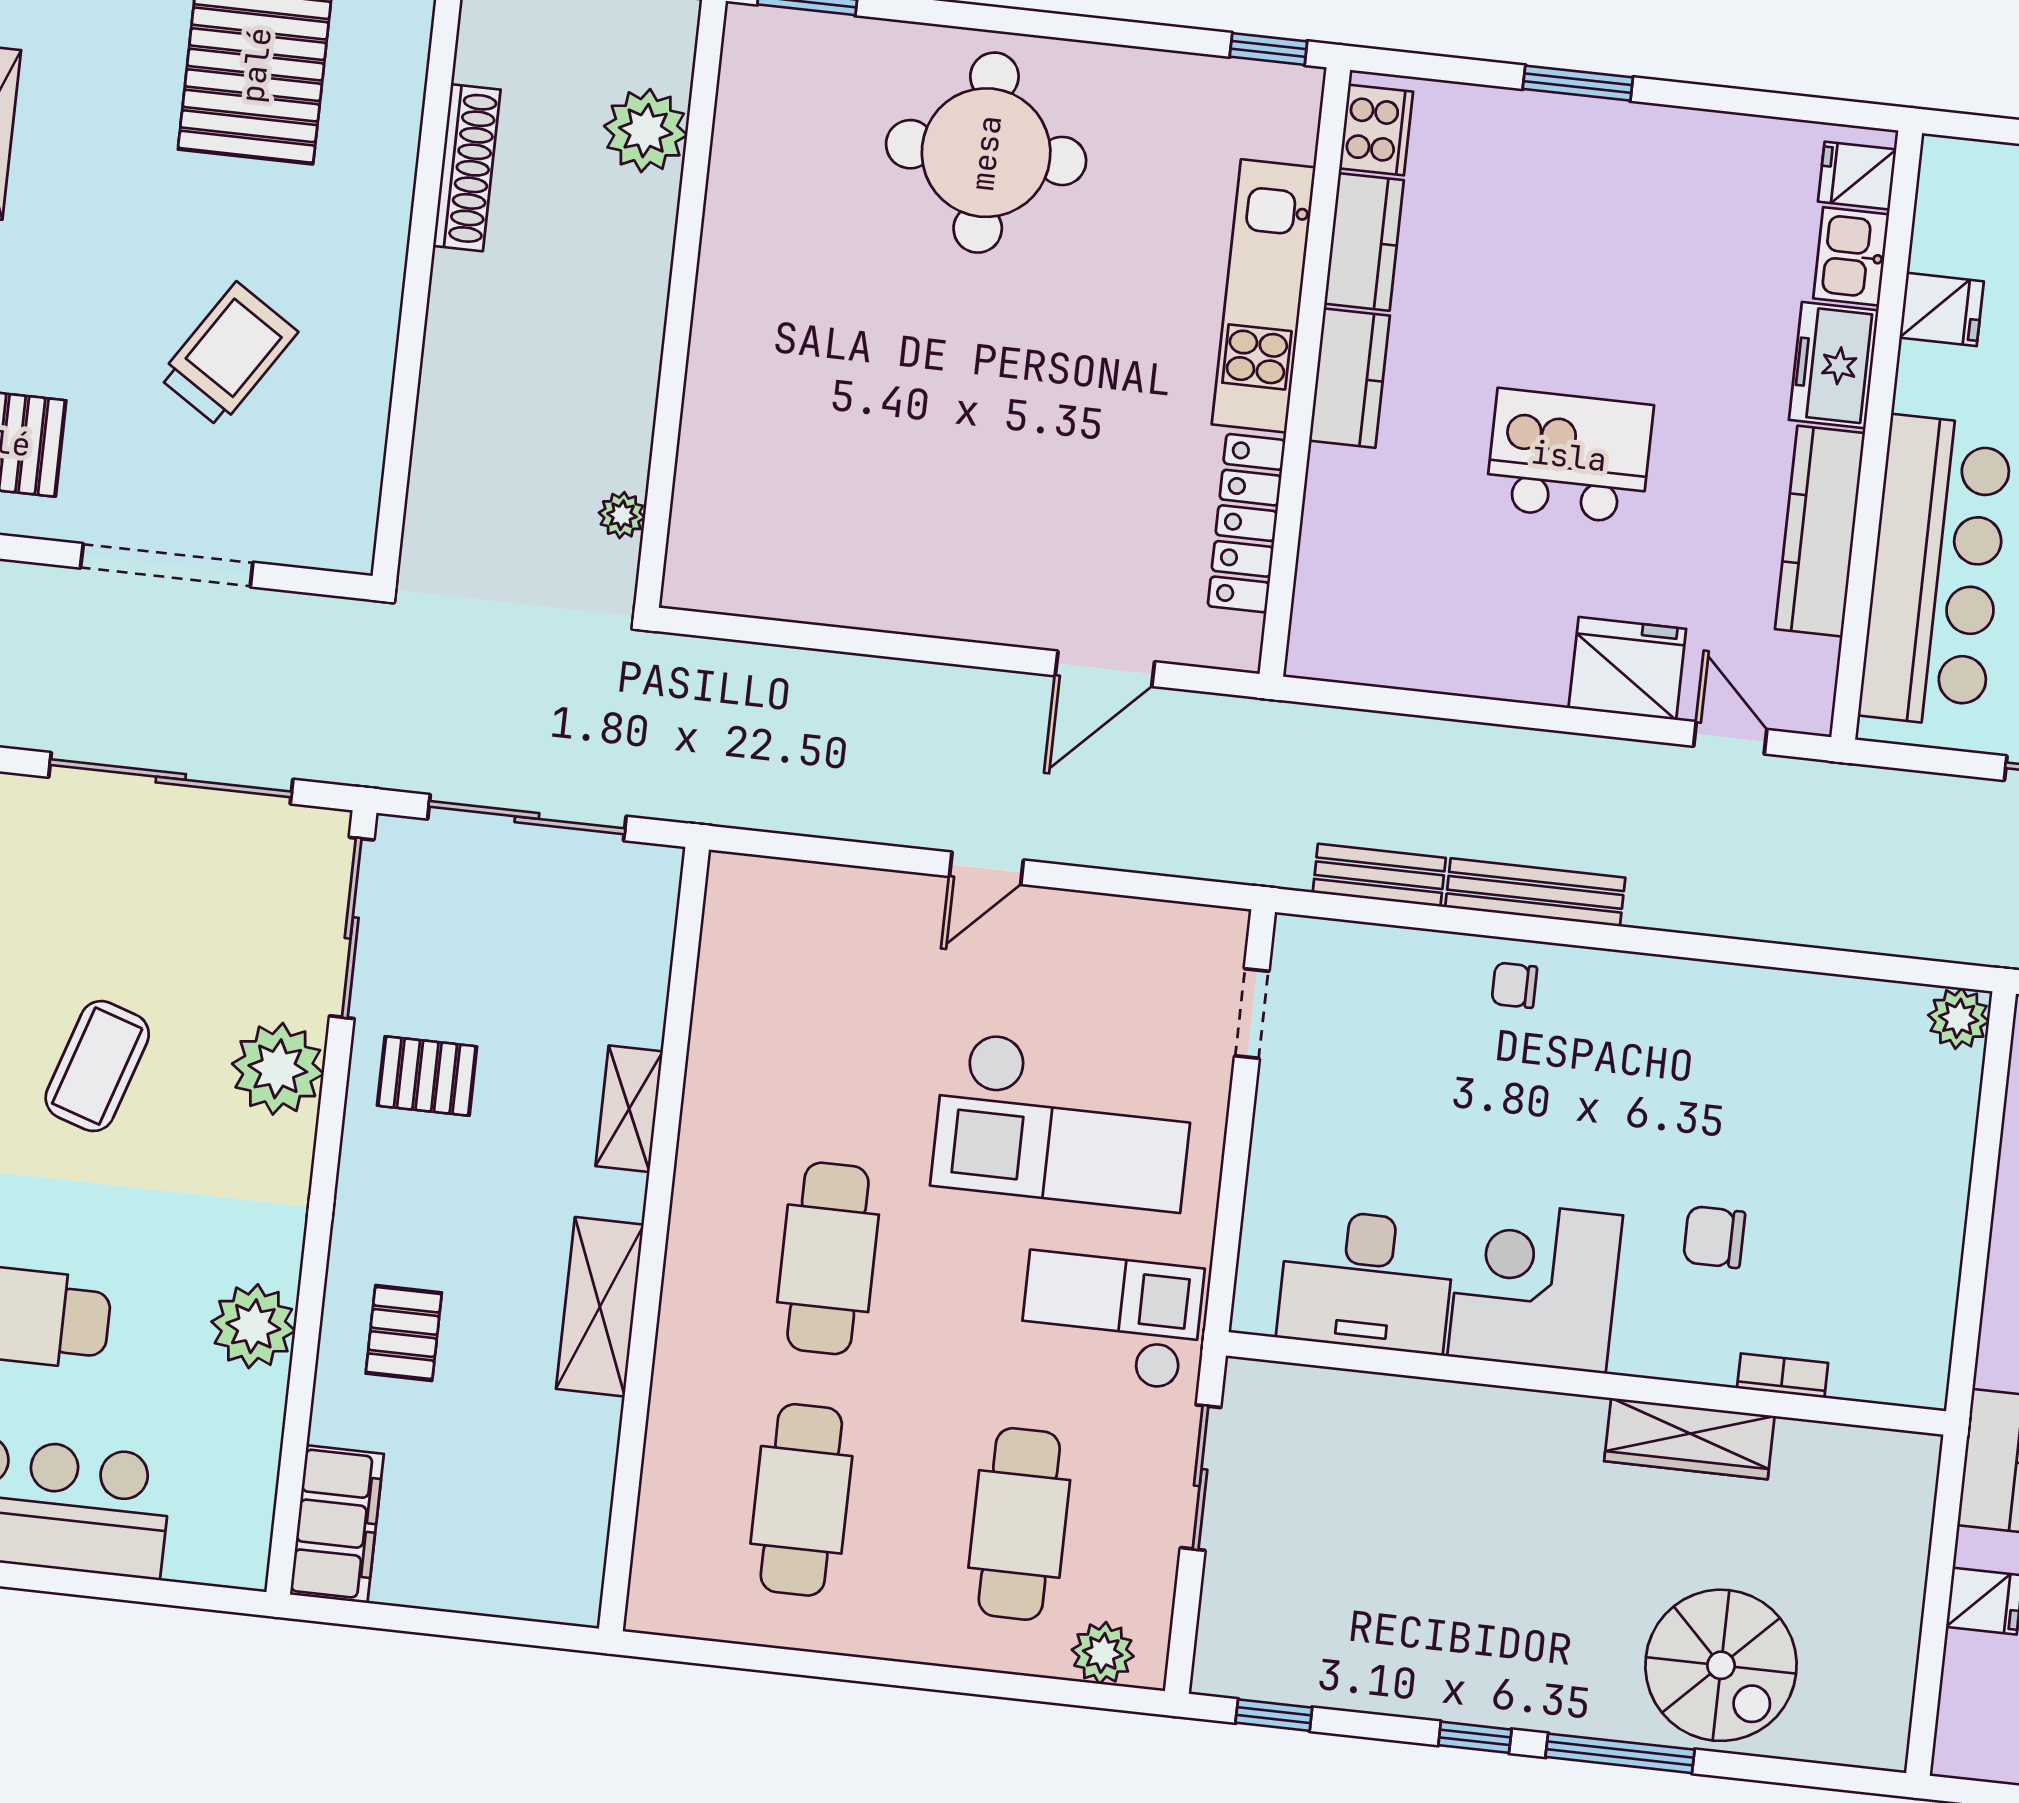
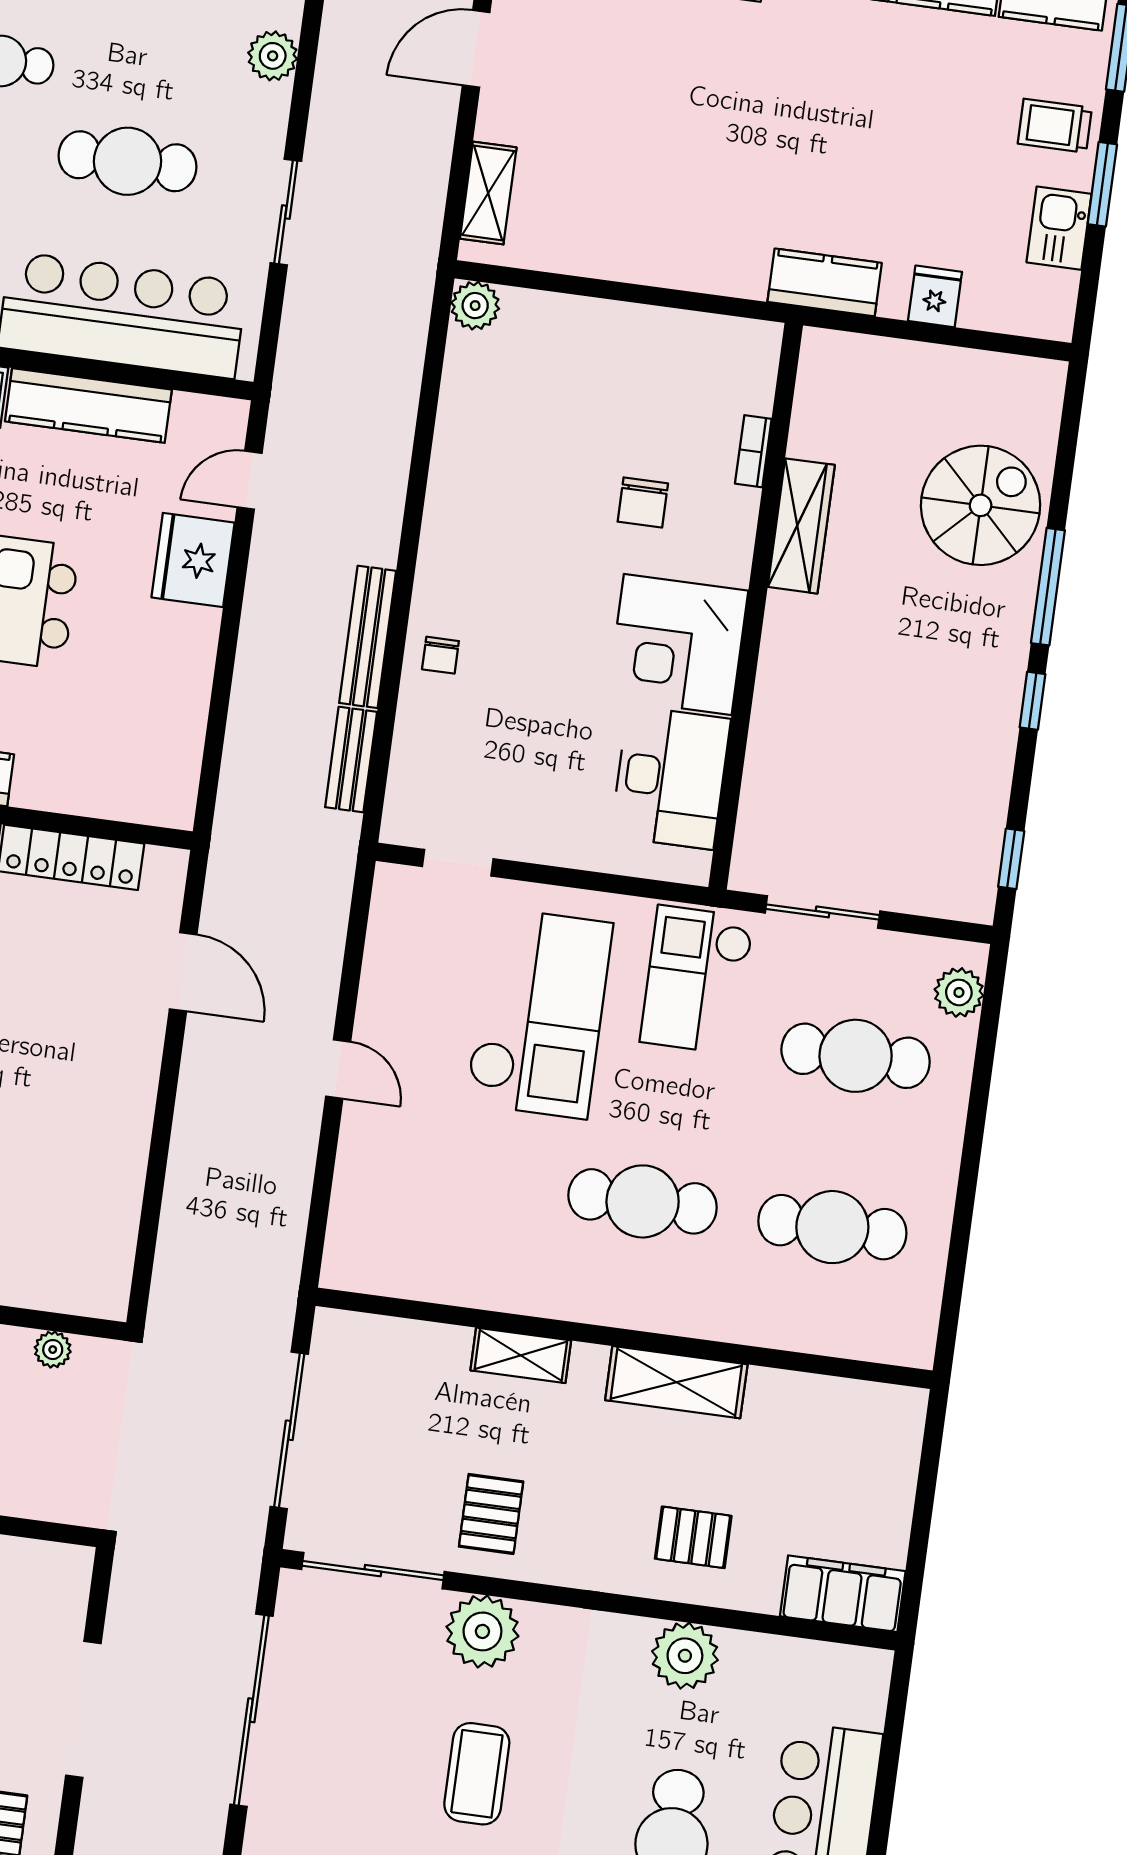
coffee table: (97, 1066) -> (477, 1774), turned 72

